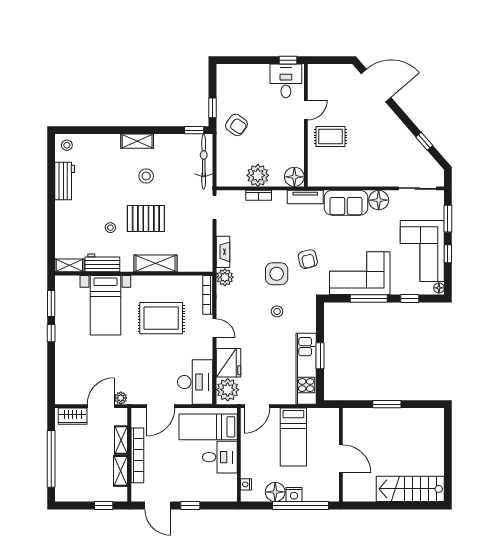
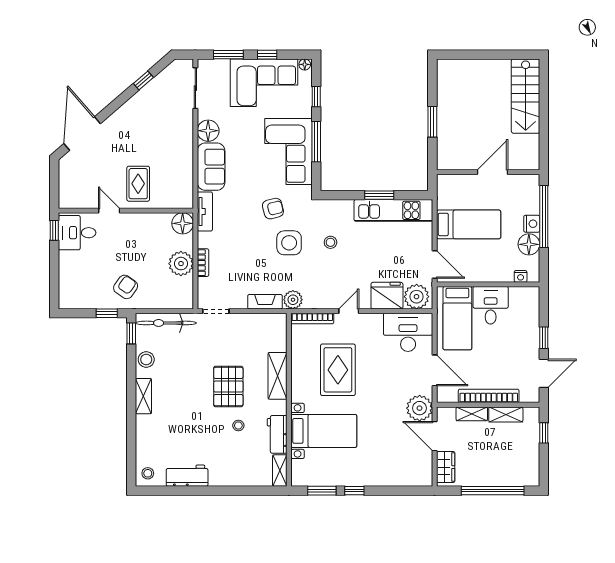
stool: (146, 176) -> (146, 360), moved
plant: (121, 398) -> (420, 408), width x1.88, depth x1.88

